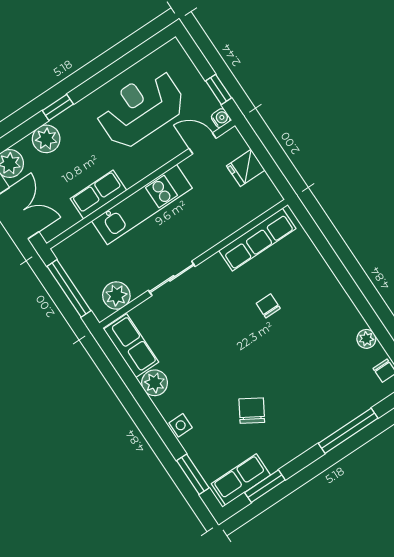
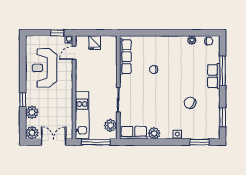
row of seats: (98, 194) -> (67, 106), removed
kitchen unit: (142, 205) -> (82, 115), moved
row of seats: (241, 479) -> (214, 76), moved

